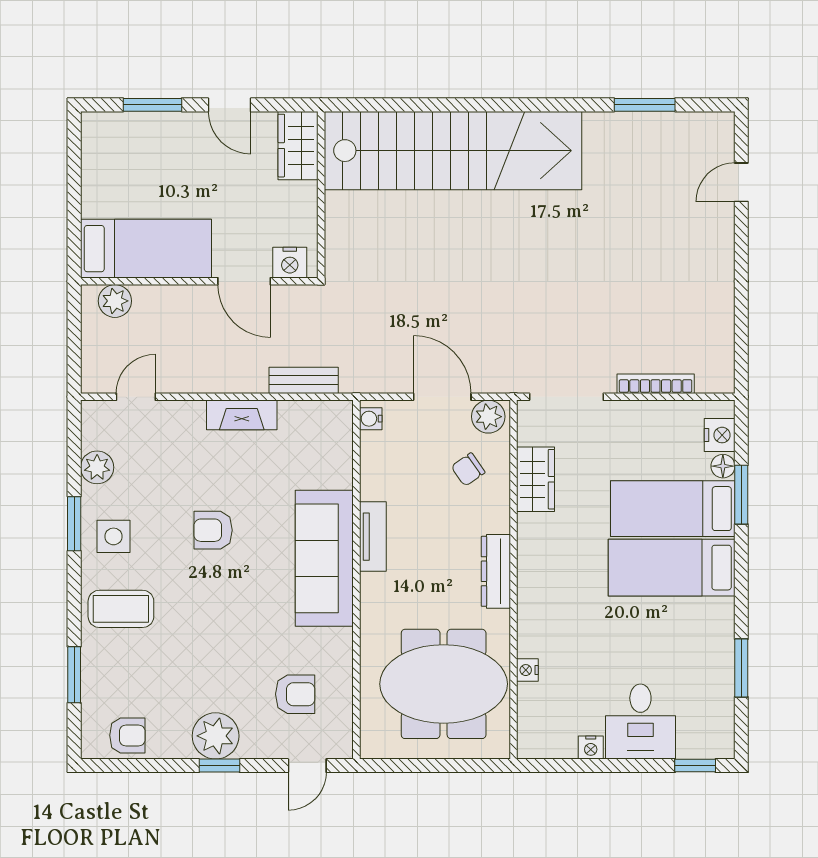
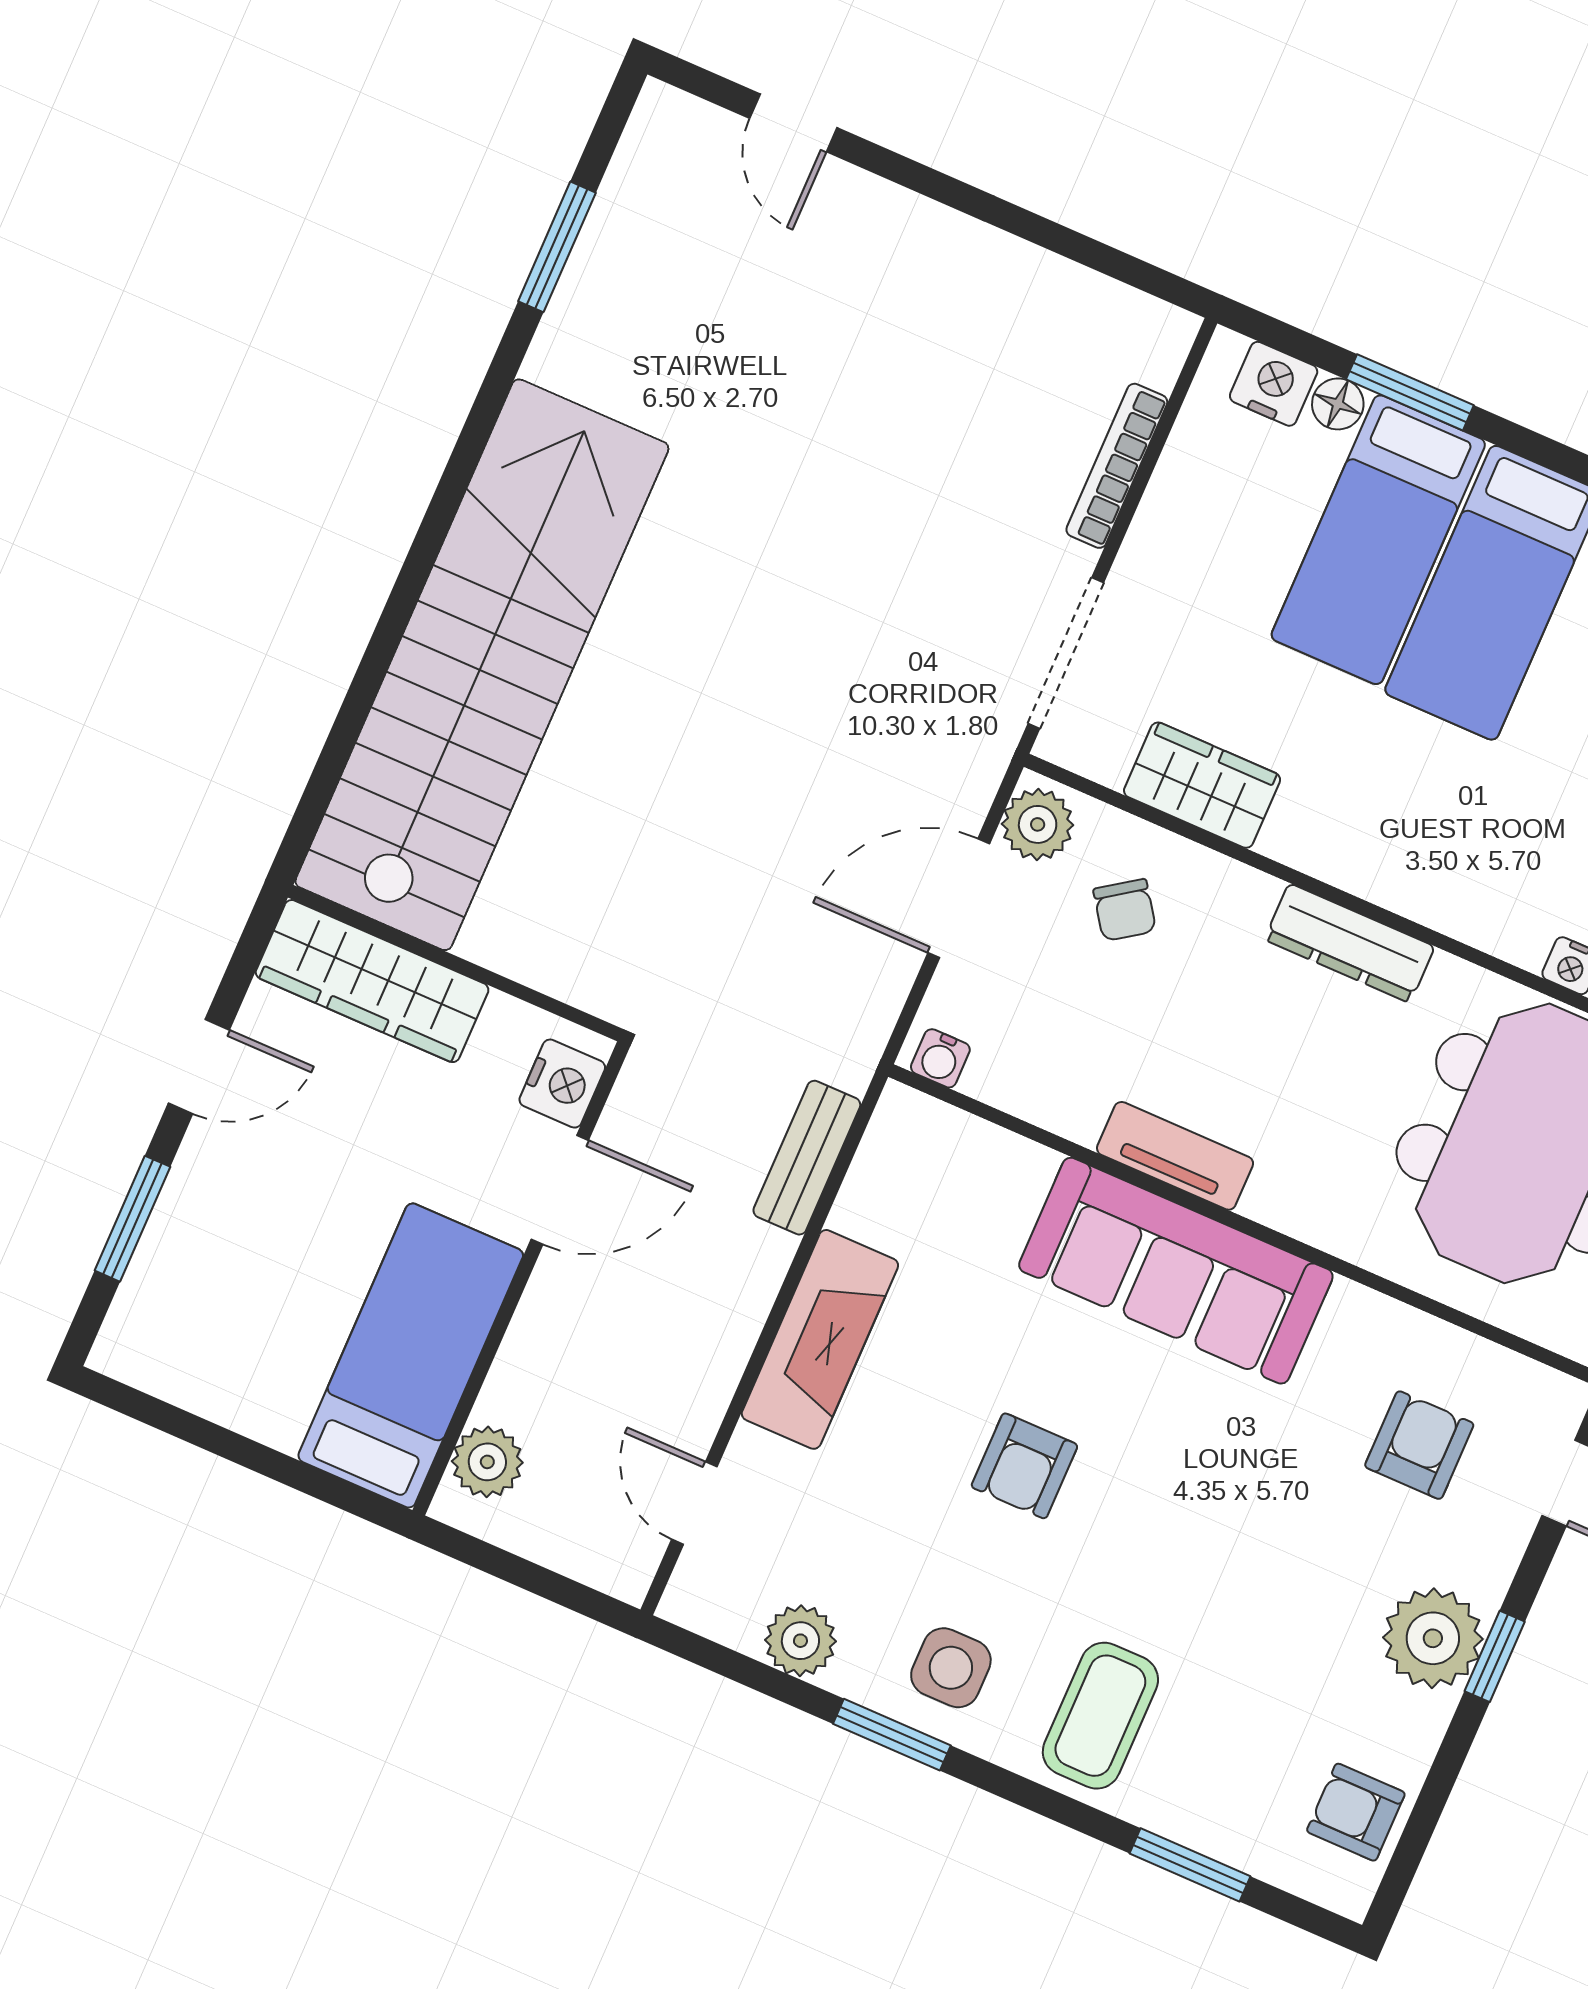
wardrobe: (298, 146) -> (372, 981), width x1.50
fireplace: (242, 415) -> (820, 1339), width x1.37, depth x1.32
armchair: (127, 735) -> (1356, 1812), turned -90

